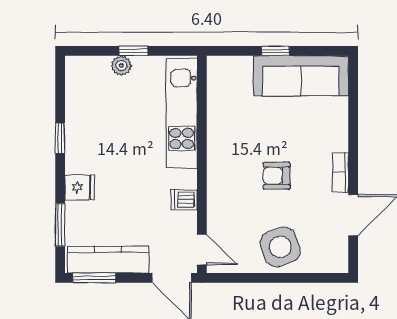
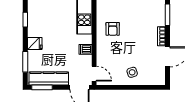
window: (353, 128) -> (168, 15), added
armchair: (277, 176) -> (113, 29), moved, turned -90
side table: (280, 247) -> (132, 72), width x0.54, depth x0.54

